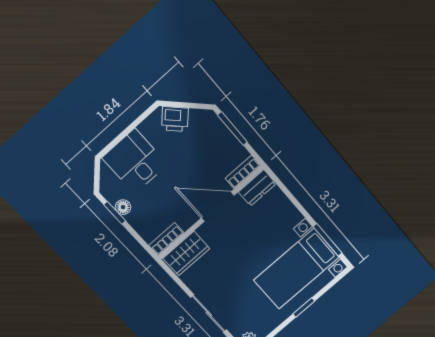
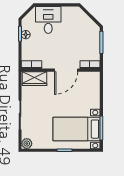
printer: (175, 119) -> (81, 17), removed
dresser: (257, 188) -> (90, 77), removed
door: (218, 207) -> (66, 70), swing flipped

